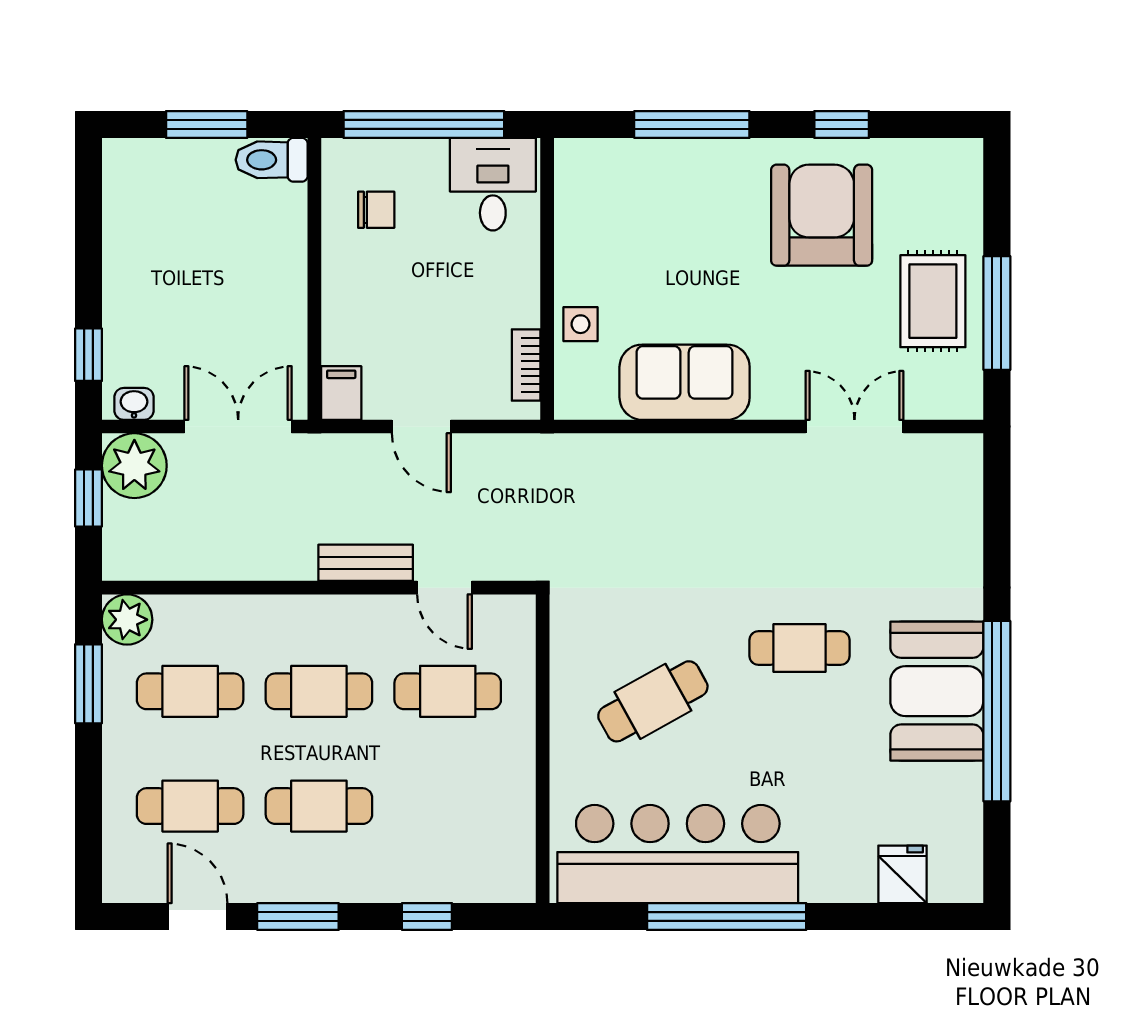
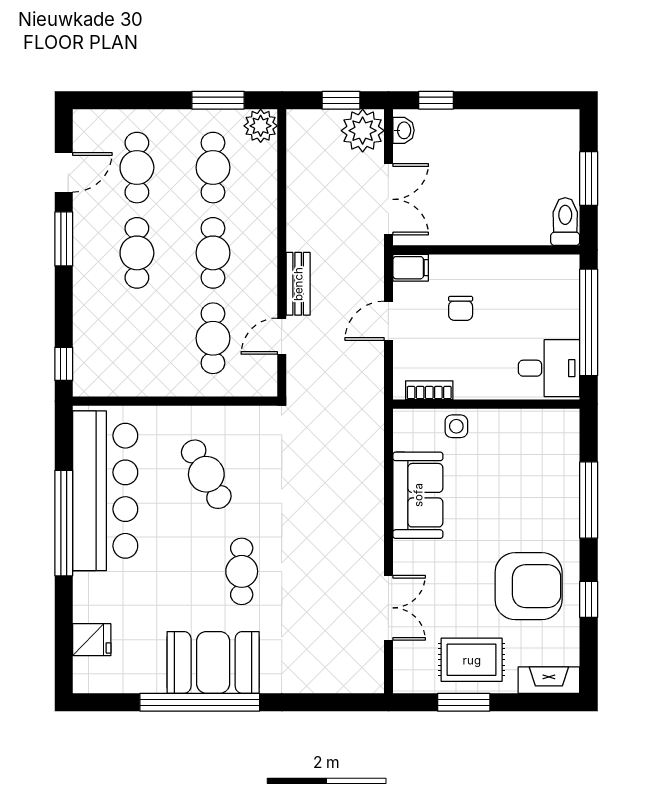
fireplace: (964, 184) -> (549, 680), added
chair: (376, 210) -> (461, 308), moved
window: (997, 313) -> (464, 702), width x0.69
window: (427, 916) -> (64, 364), moved

